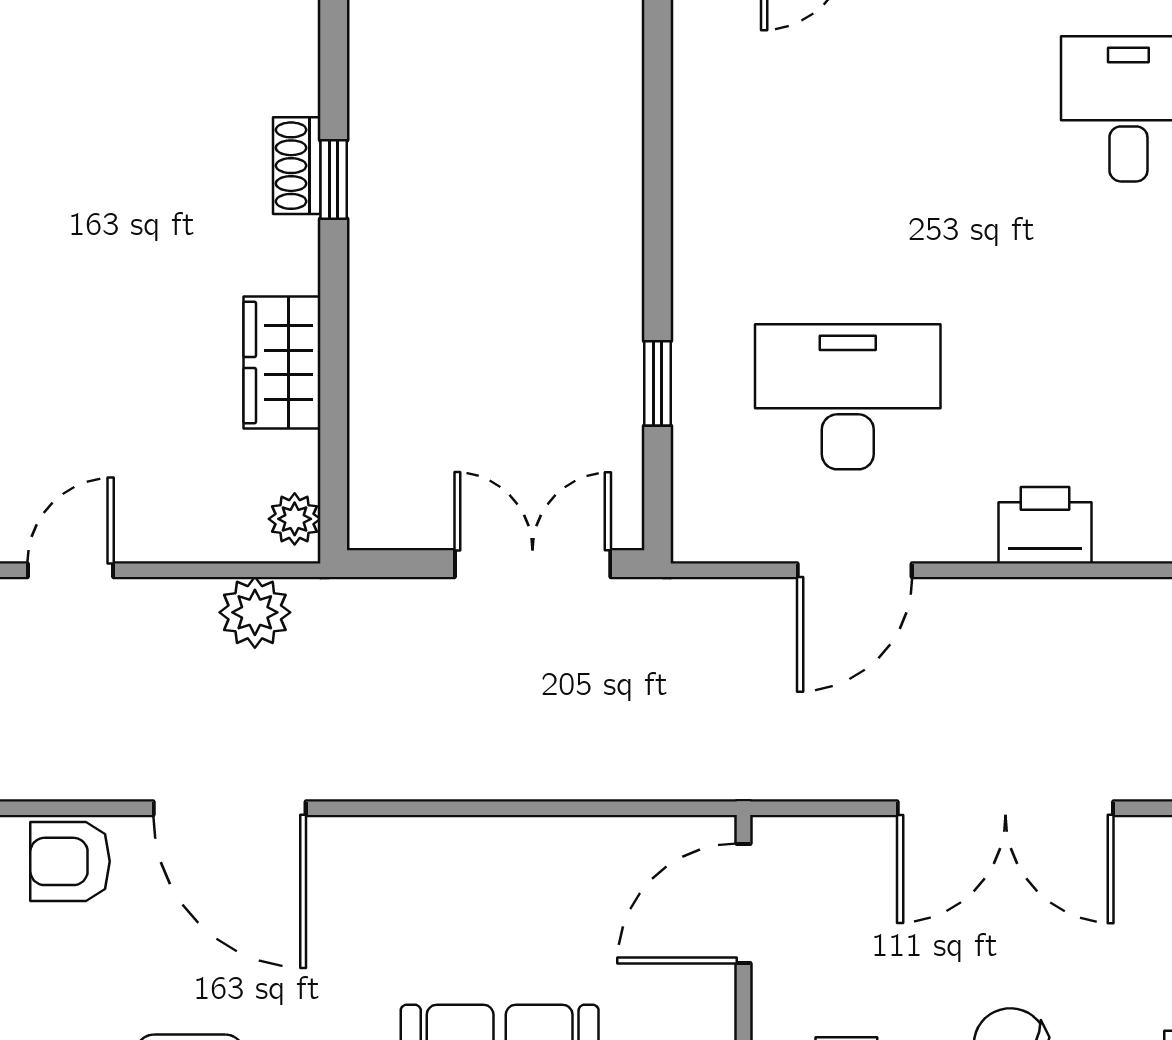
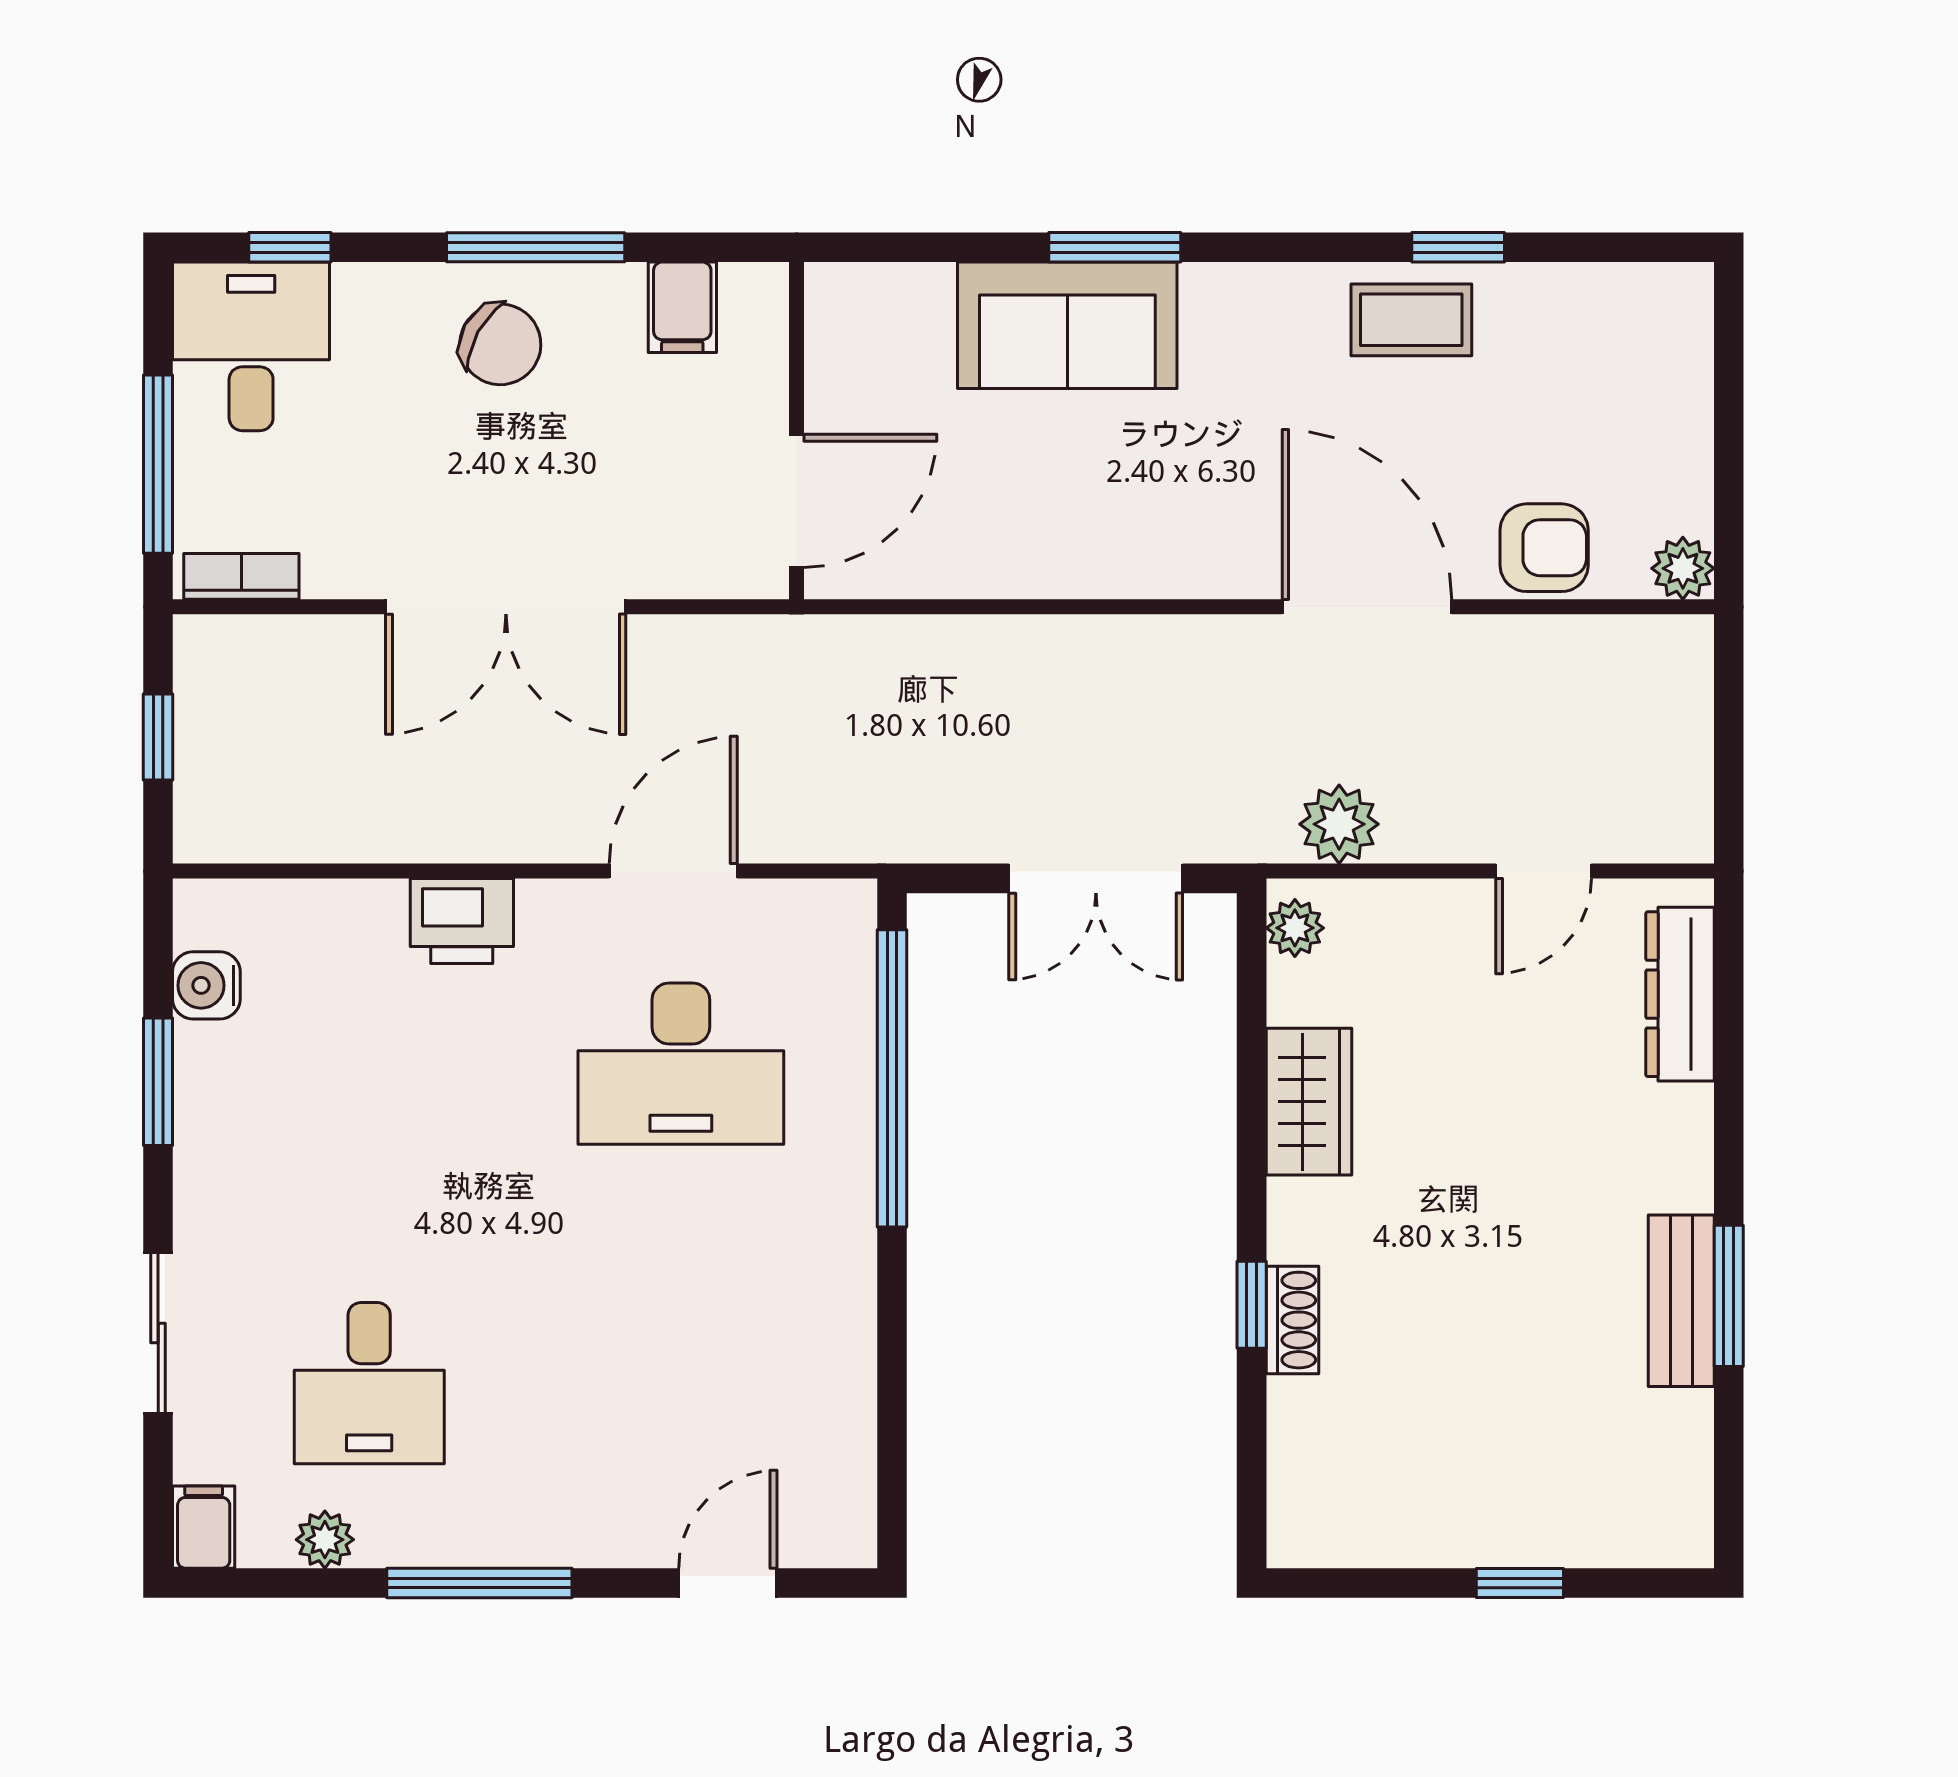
window: (658, 383) -> (892, 1078), width x3.17
double door: (533, 564) -> (1096, 878), moved
double door: (1005, 808) -> (506, 607), swing flipped

